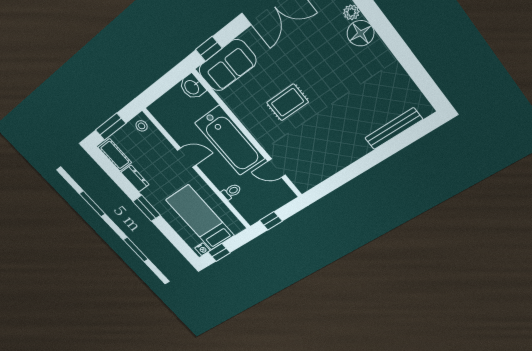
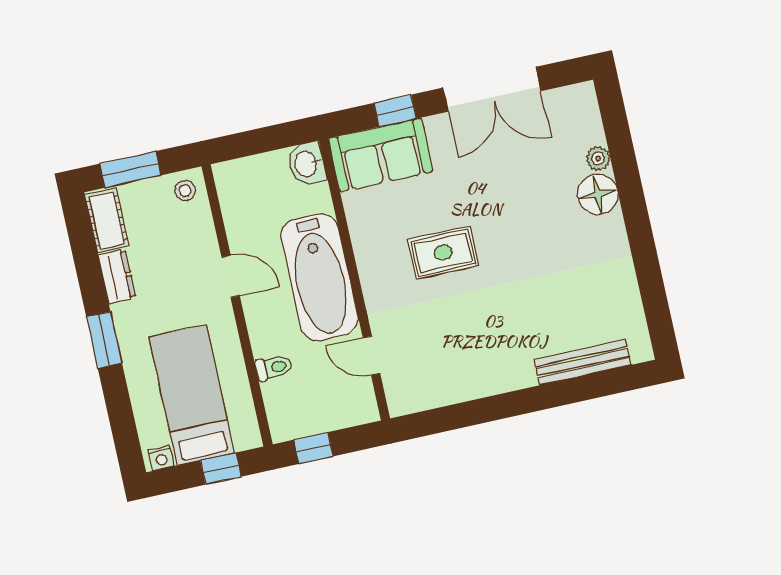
window: (209, 49) -> (395, 111), moved
window: (219, 252) -> (221, 469), moved

